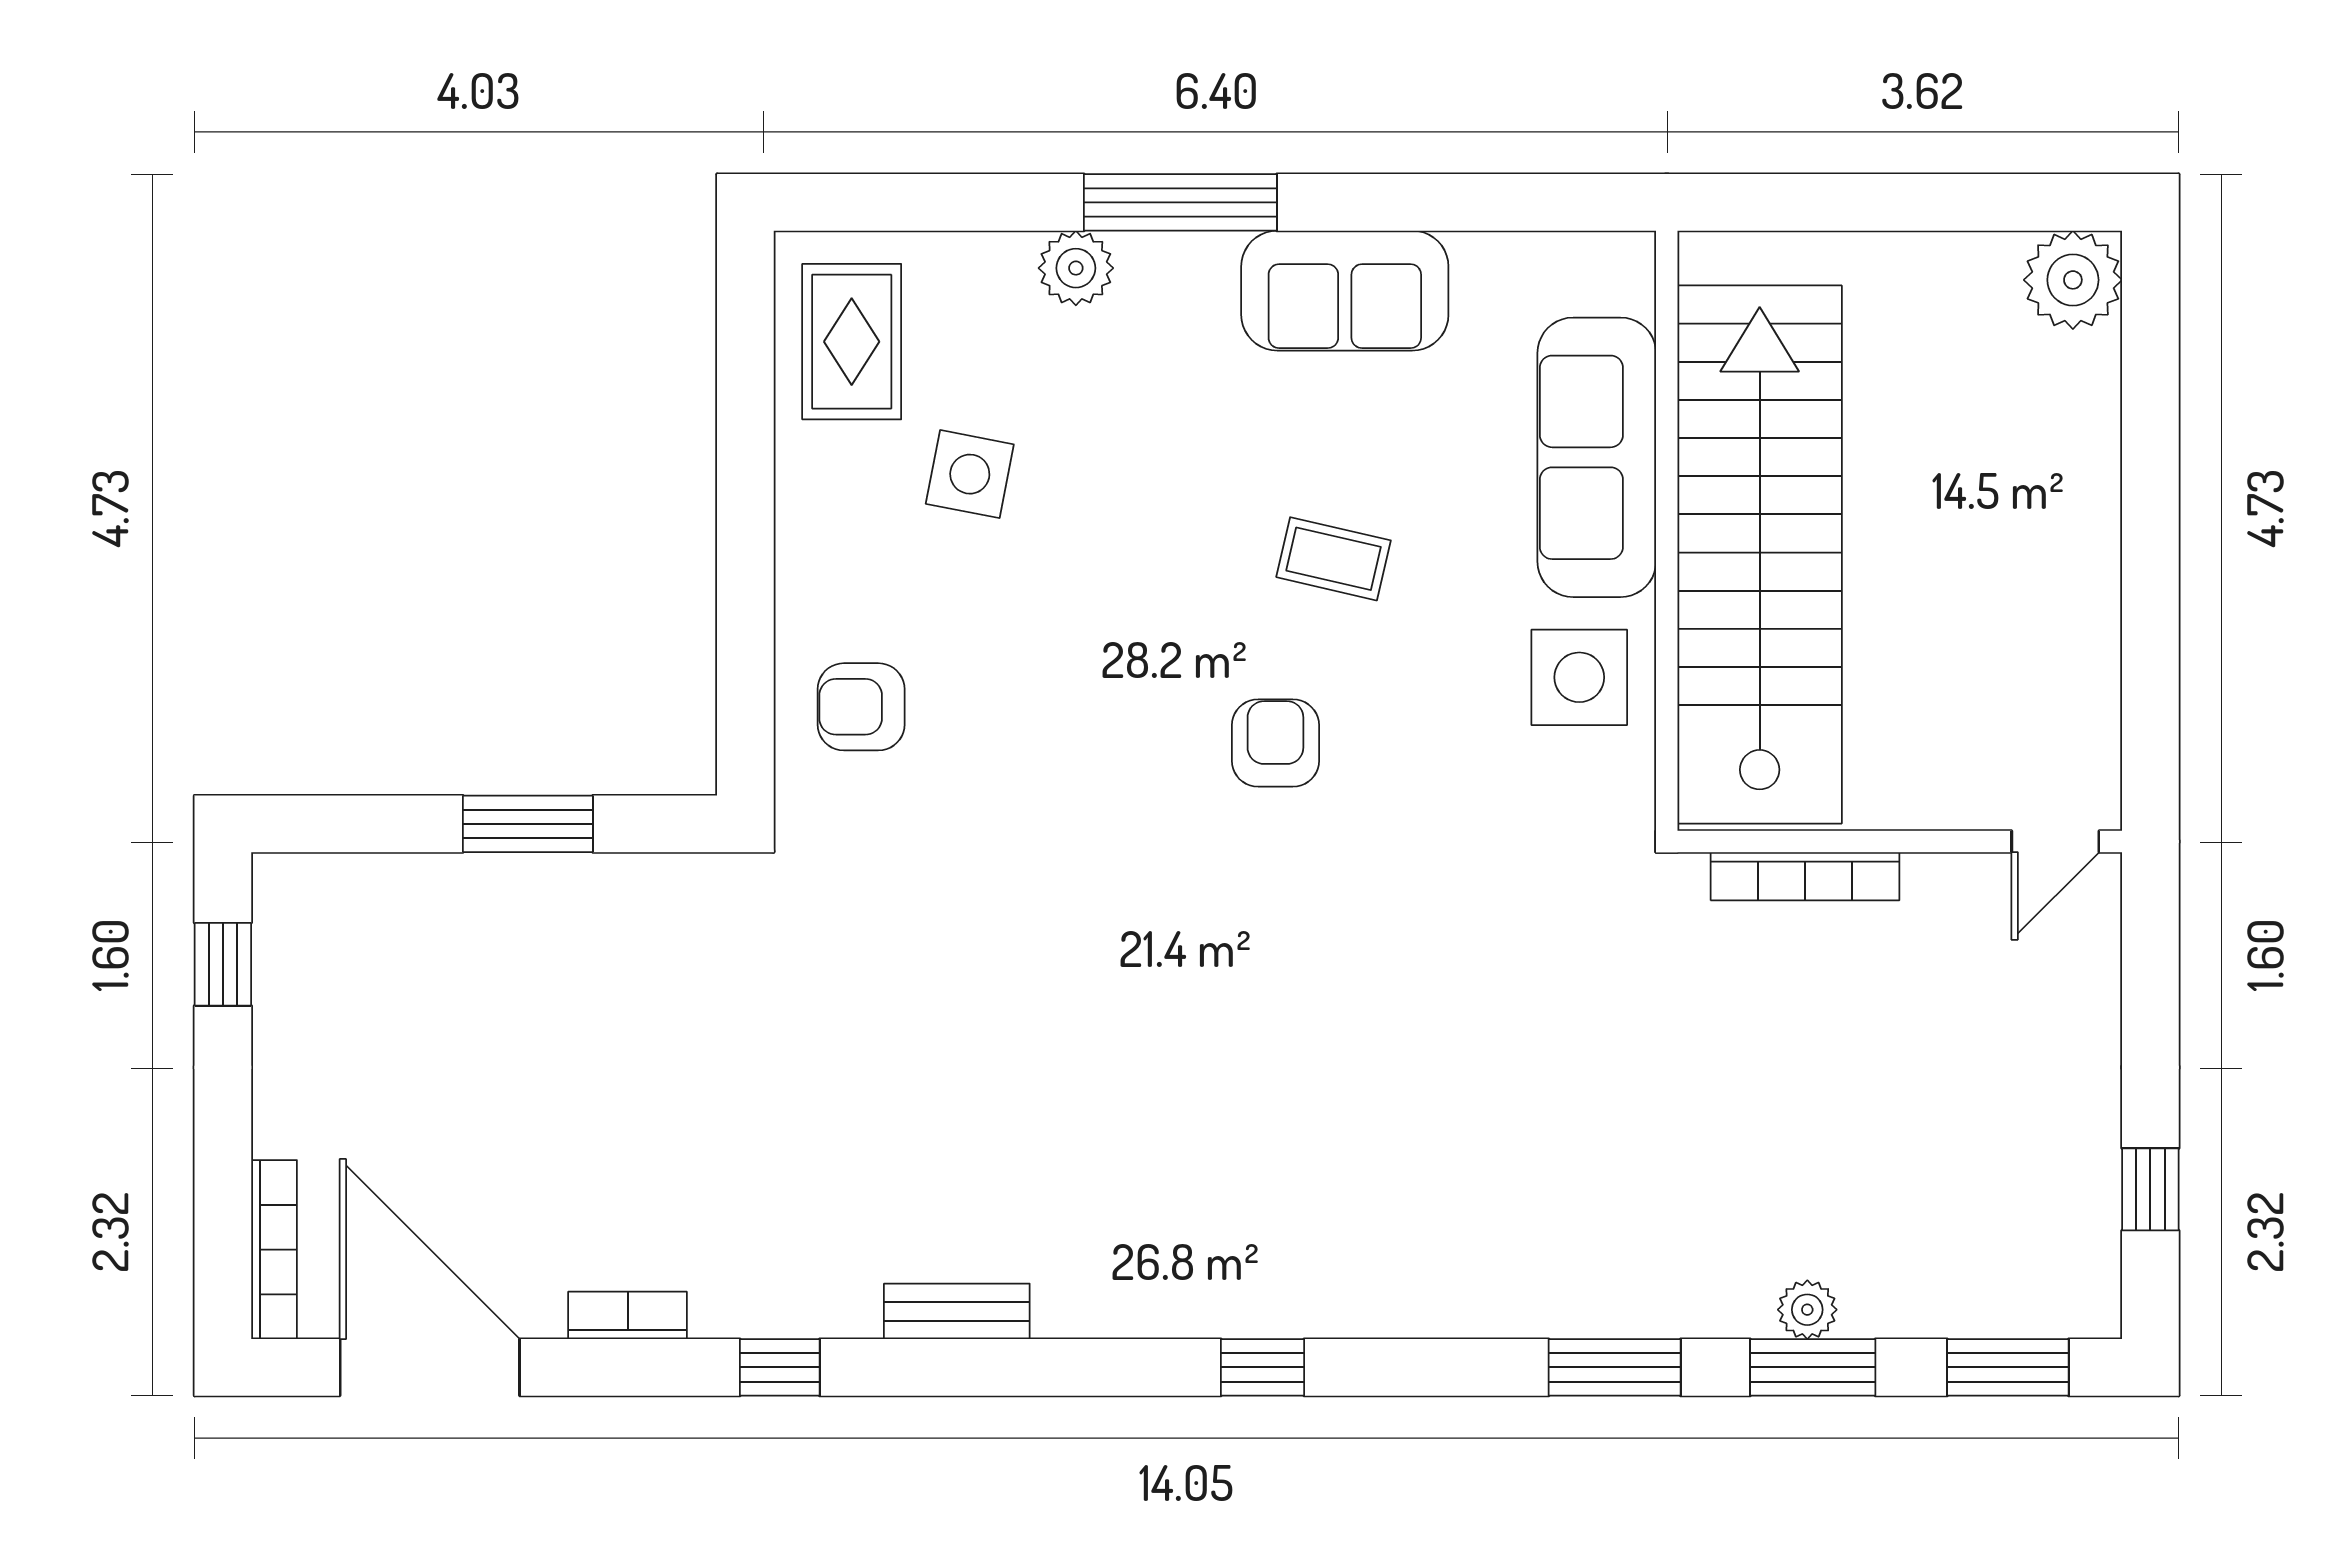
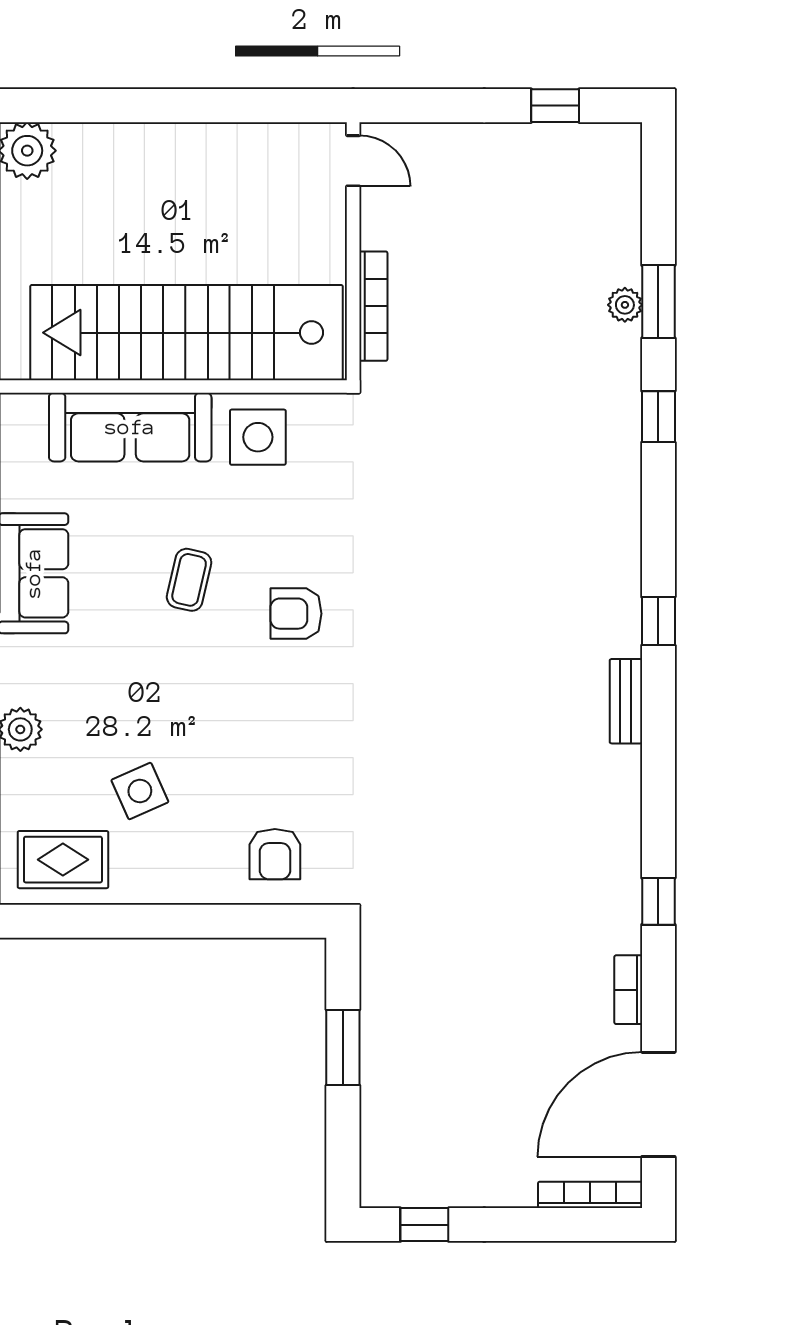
side table: (970, 474) -> (140, 791), turned -35
bench: (957, 1311) -> (626, 701), moved
window: (1615, 1367) -> (658, 417), width x0.67
window: (2008, 1367) -> (658, 188), removed

